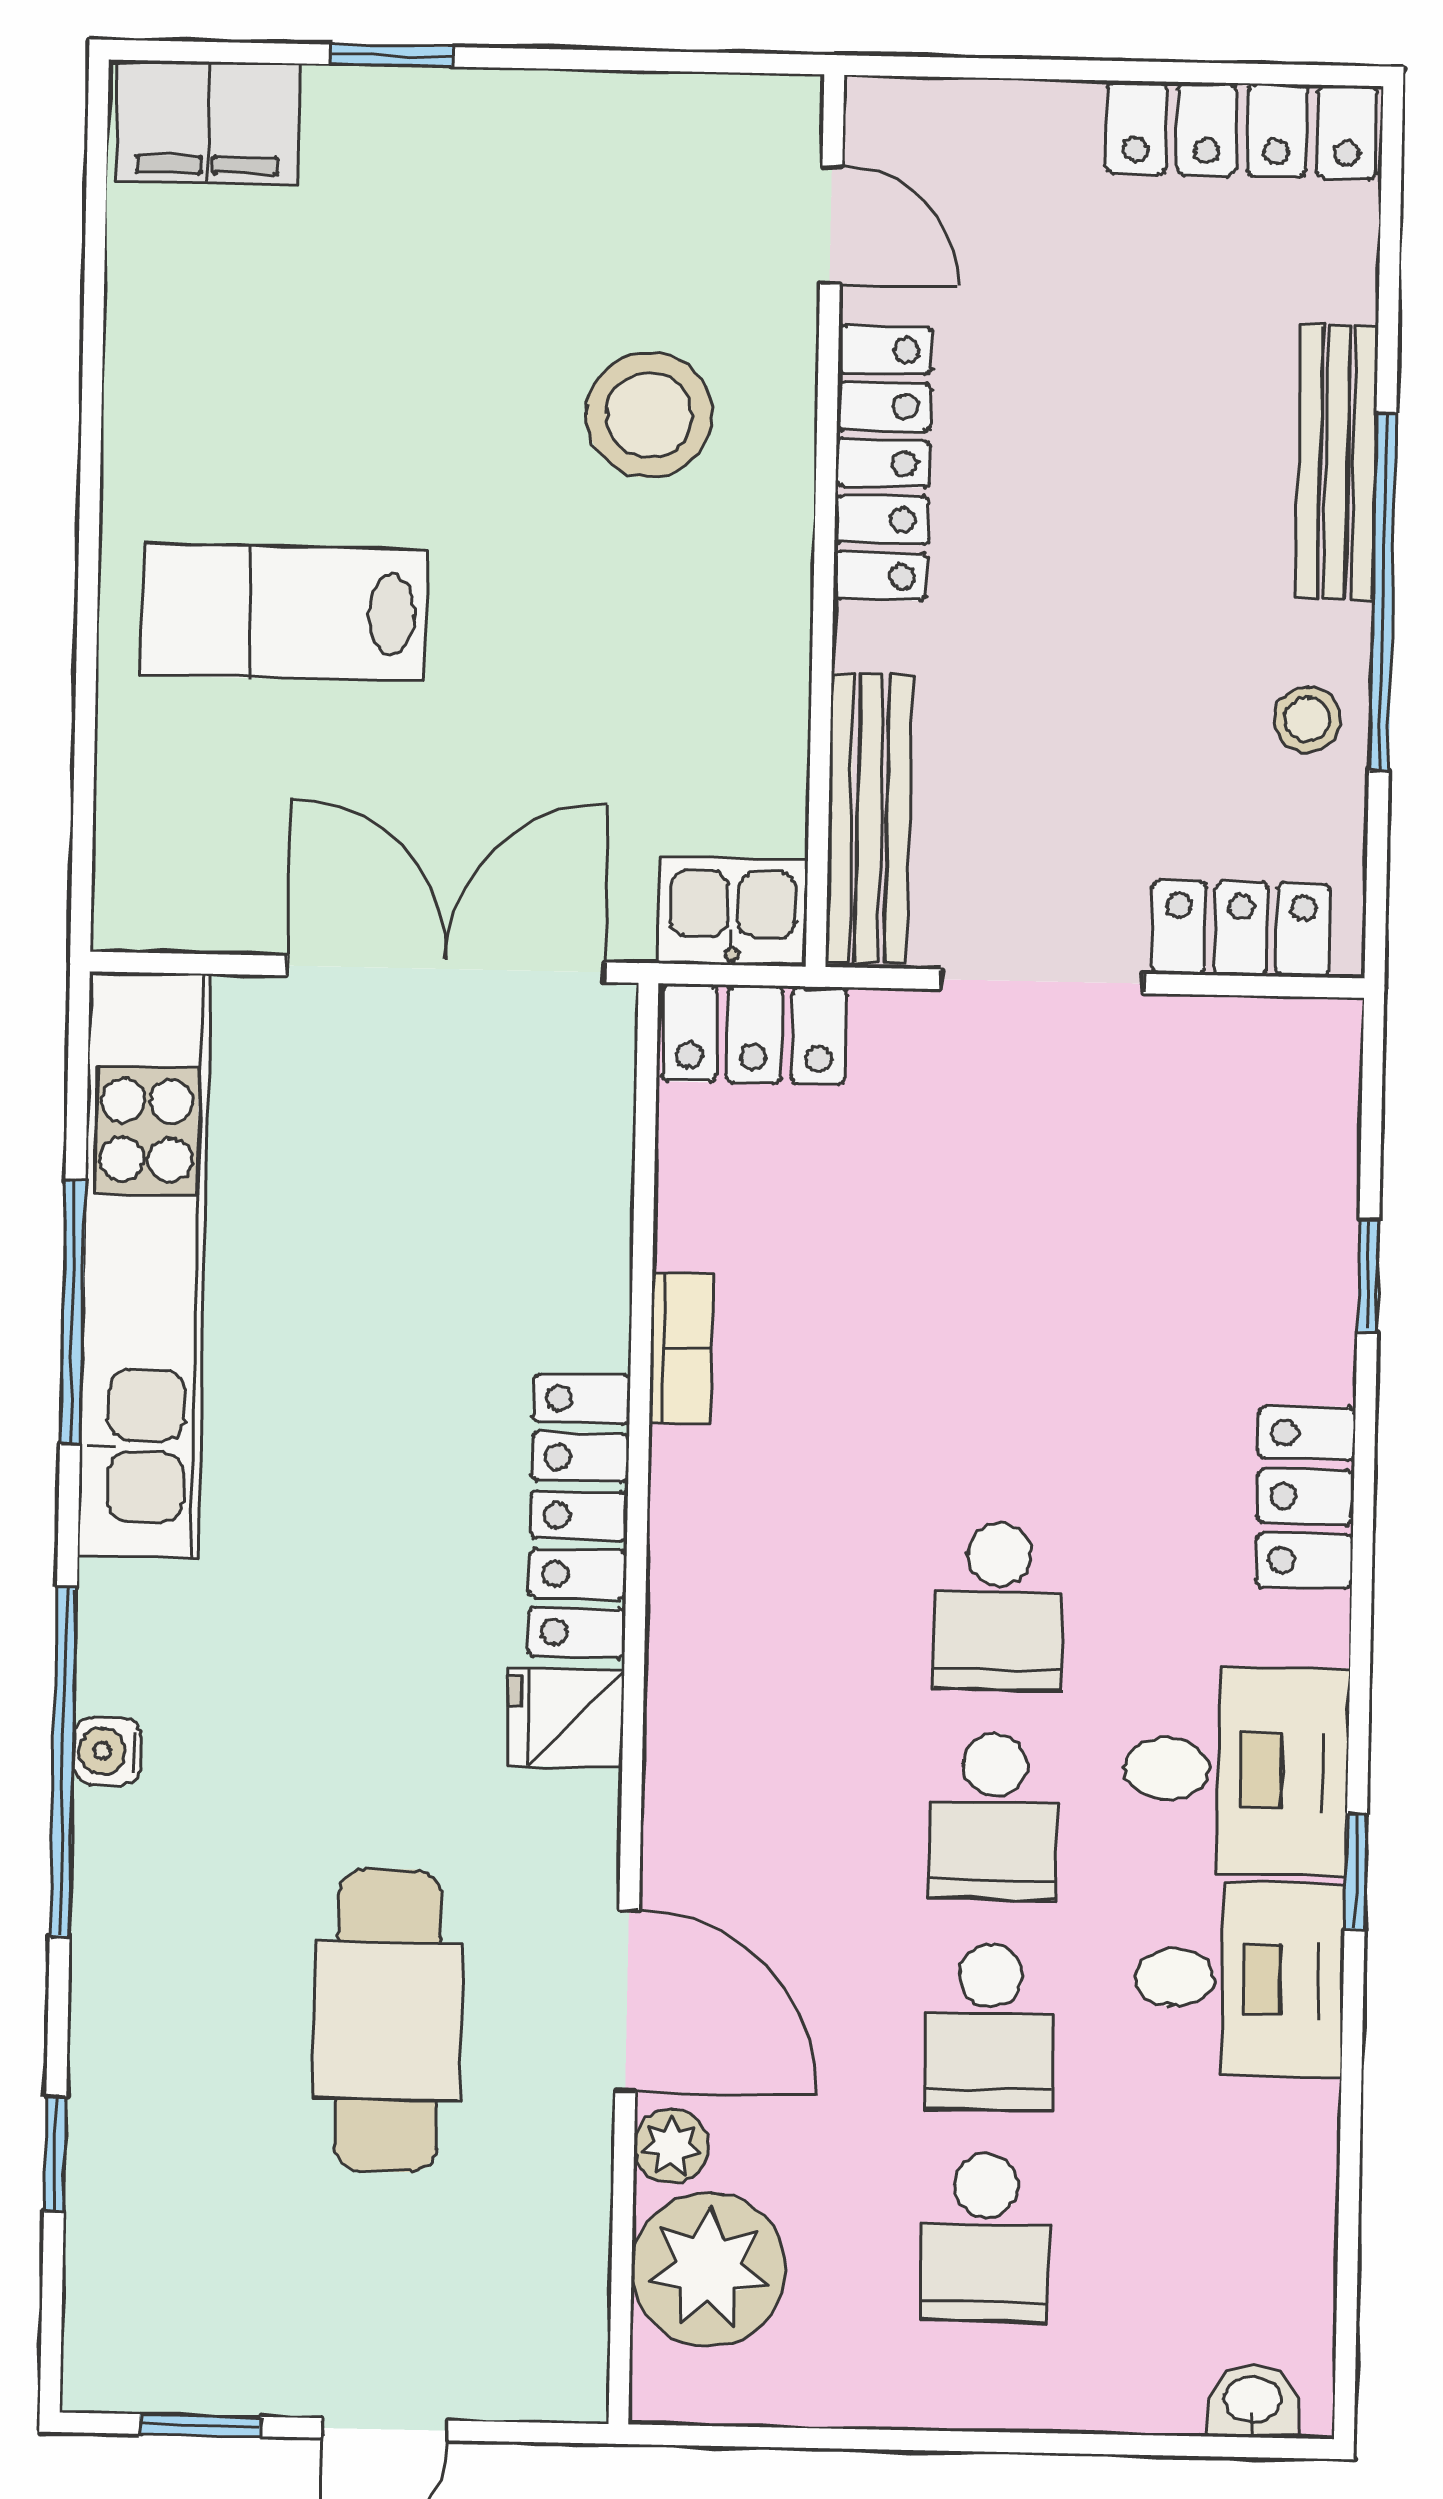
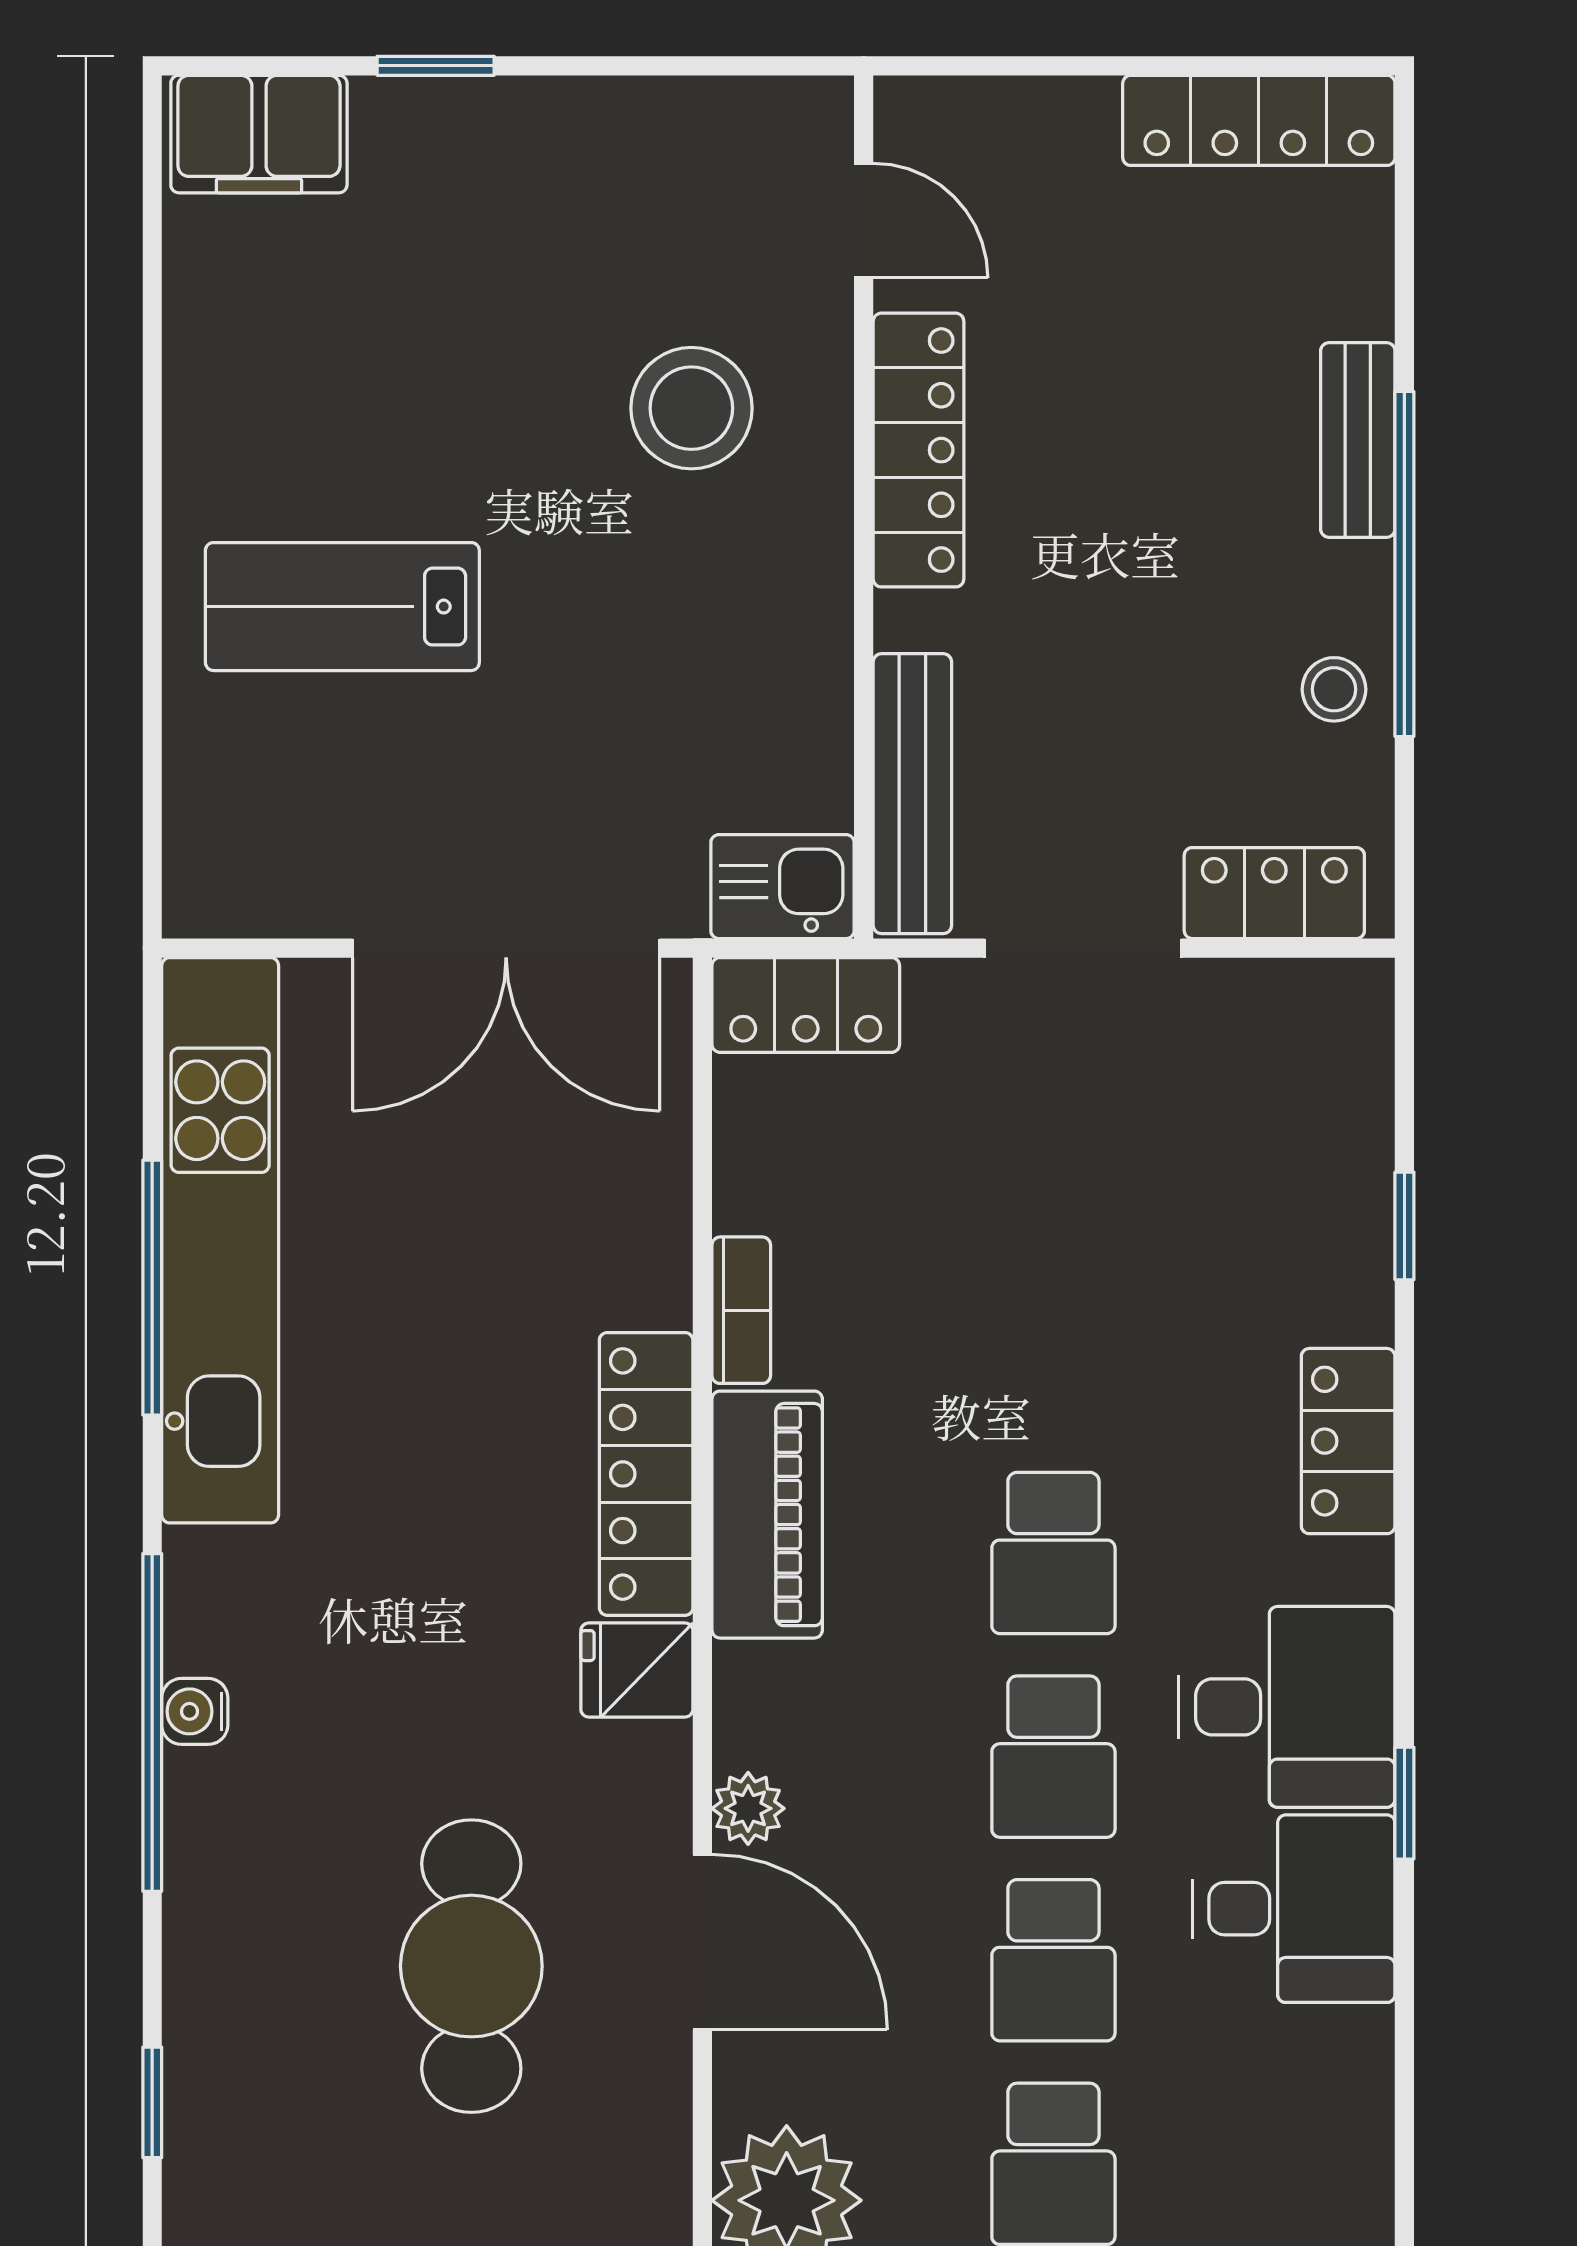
bench: (1337, 462) -> (1358, 440), width x0.73
double door: (446, 969) -> (506, 948), swing flipped
piano: (703, 1560) -> (767, 1515), added
plant: (671, 2146) -> (748, 1808), moved

